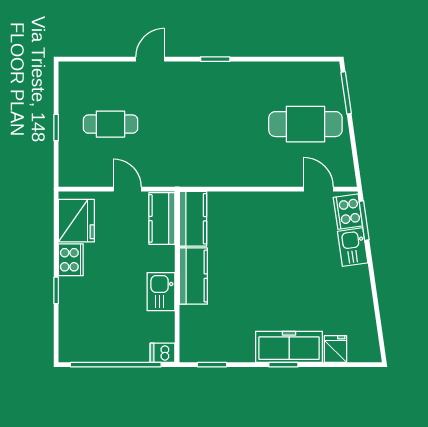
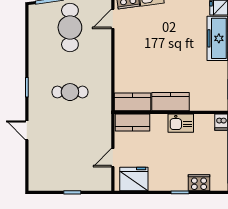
cafe table: (110, 124) -> (70, 92), moved, turned 90
door: (127, 189) -> (113, 158), moved
cooker: (71, 260) -> (199, 183), moved

